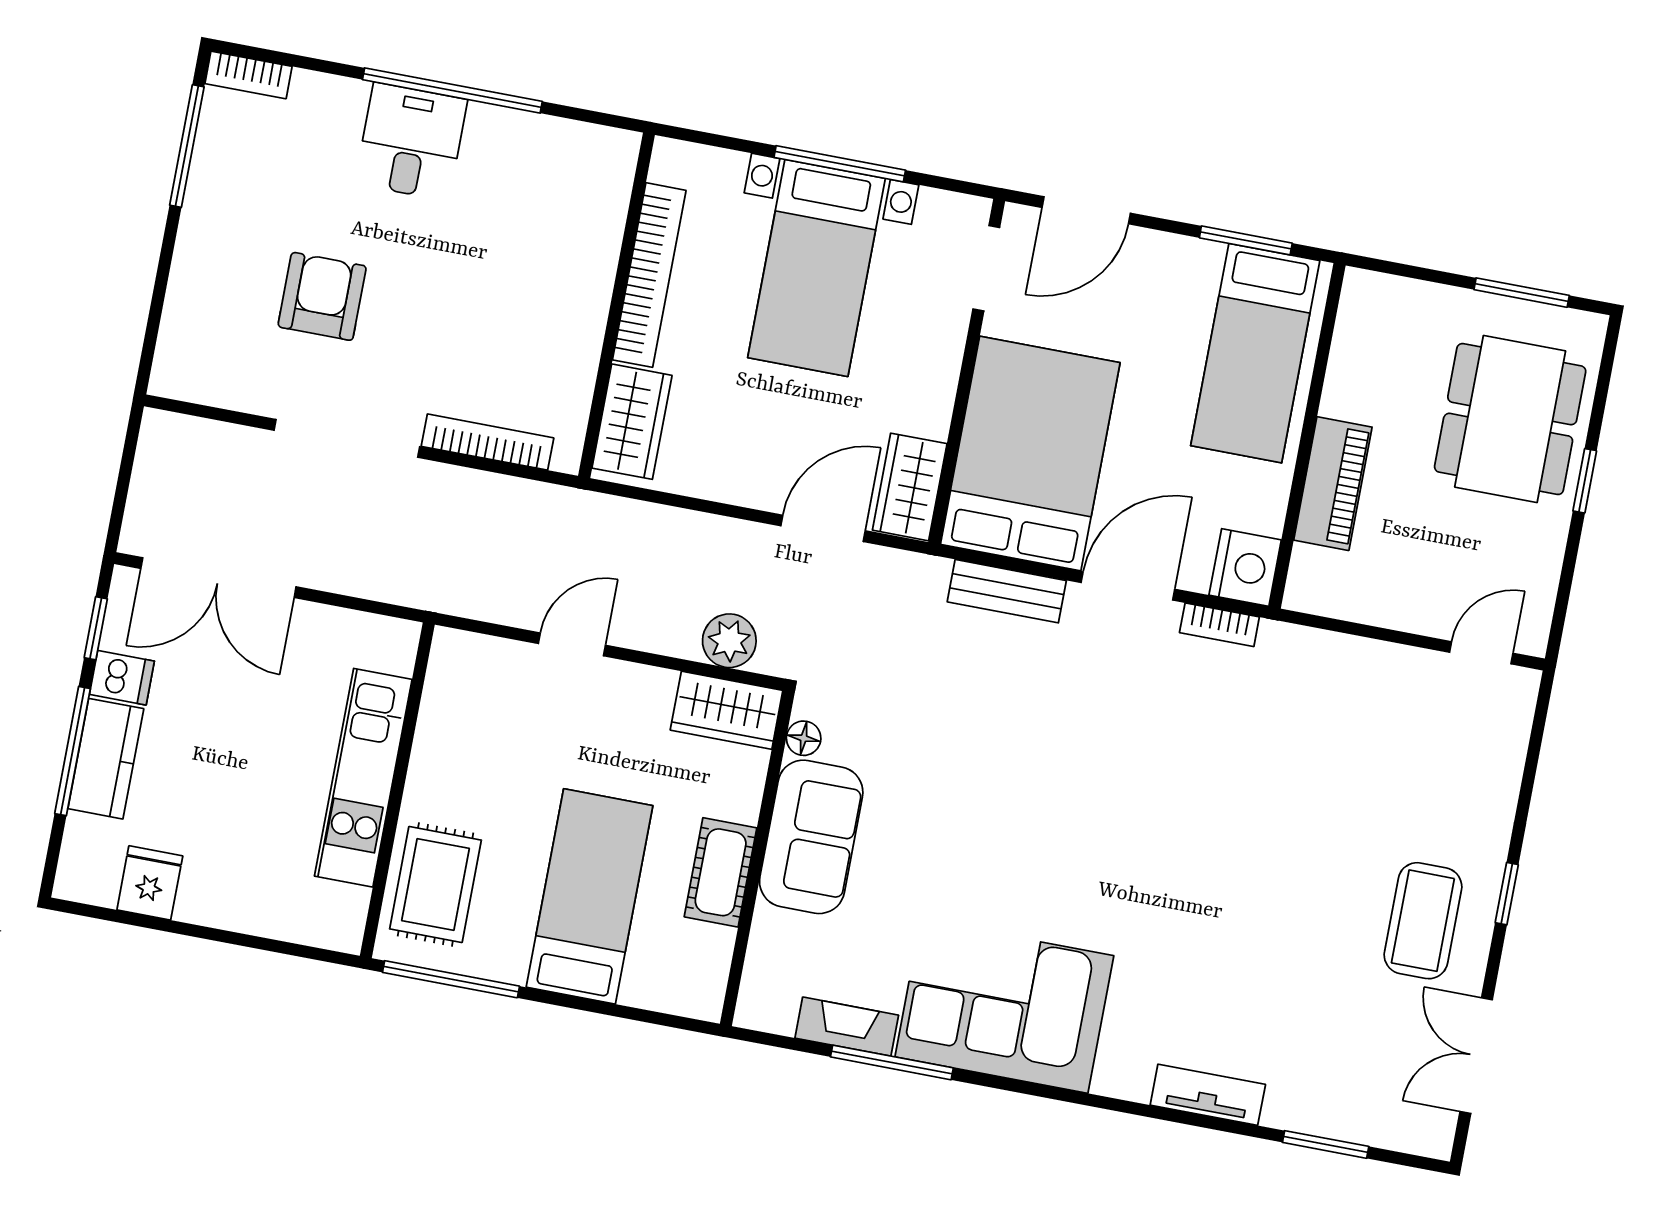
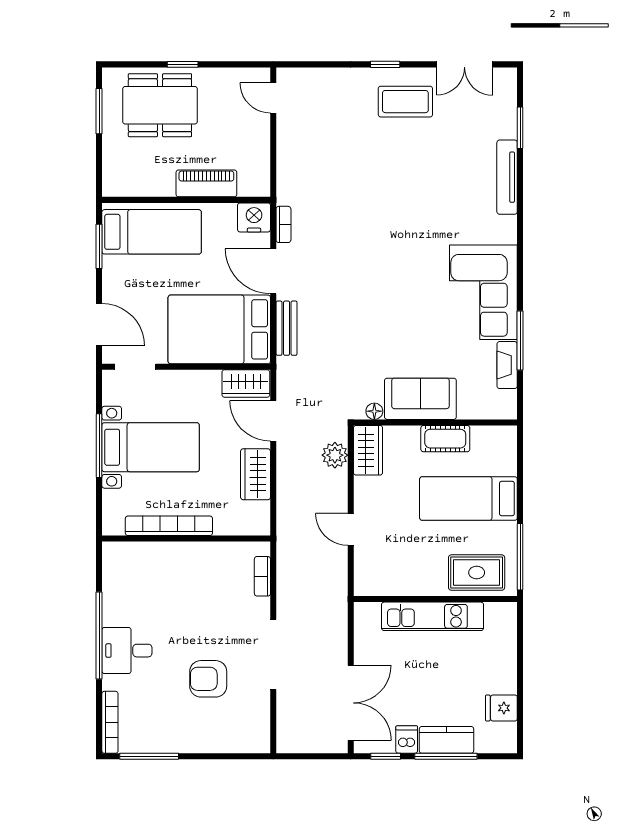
bookcase: (249, 75) -> (110, 722), width x1.56
wardrobe: (632, 422) -> (256, 474), moved, turned -90
bookcase: (488, 442) -> (262, 576), width x0.64
tv unit: (1208, 1095) -> (507, 177), width x1.41

